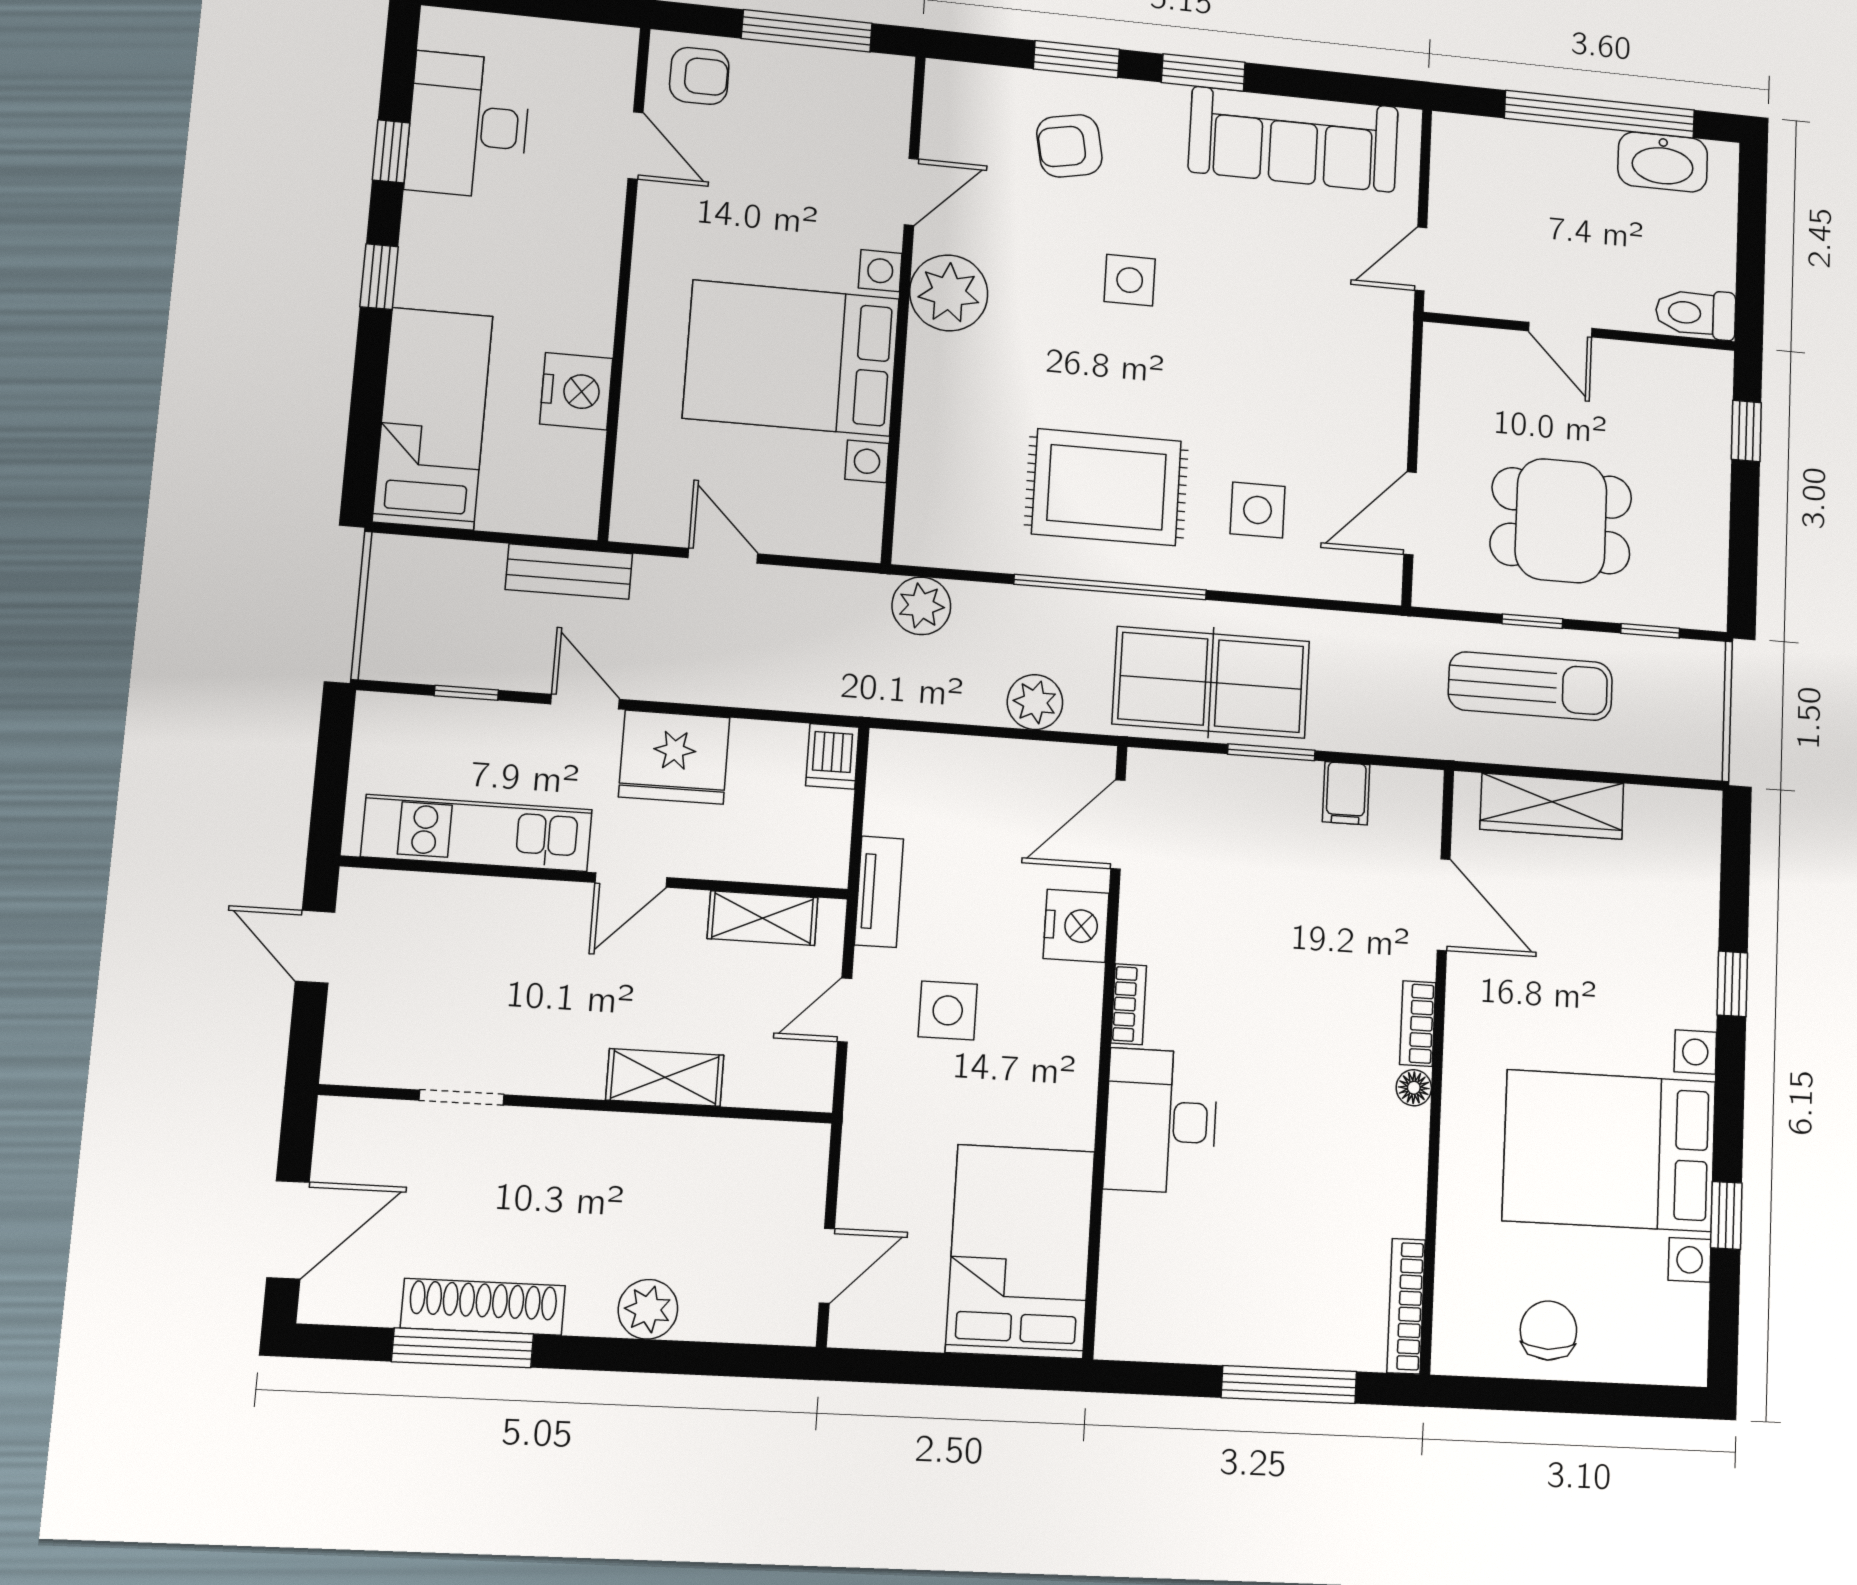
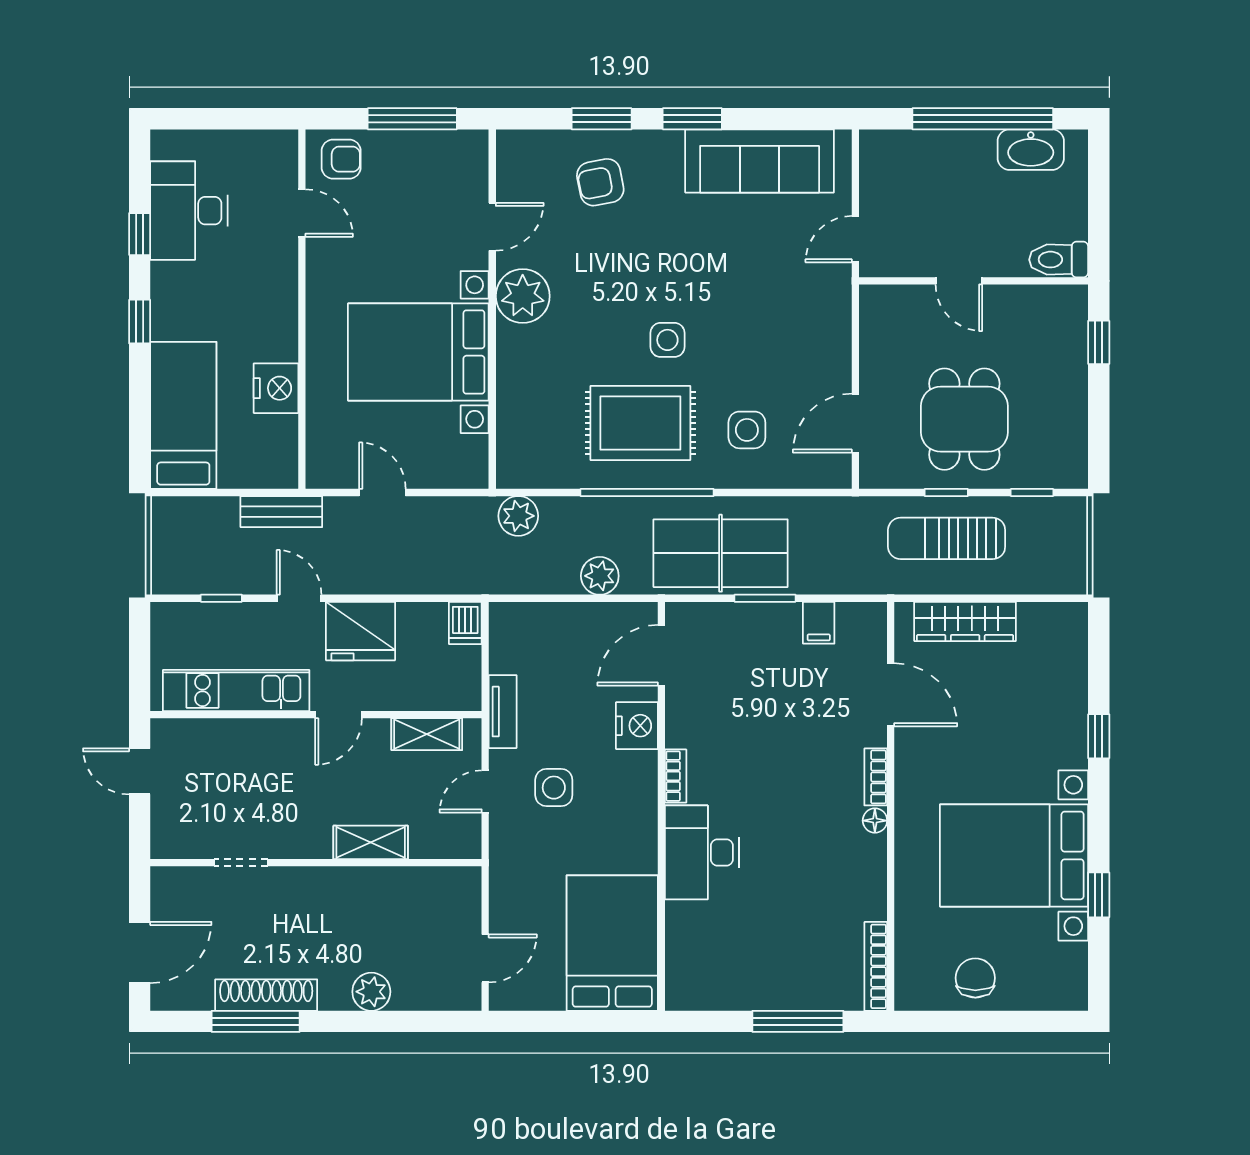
side table: (1130, 280) -> (667, 340), moved
dining table: (1561, 521) -> (964, 419), turned 90
sun lounger: (1530, 686) -> (947, 538), turned 180

